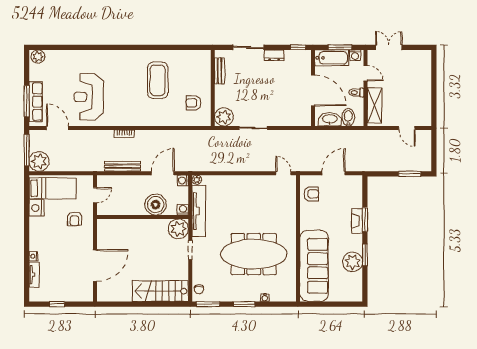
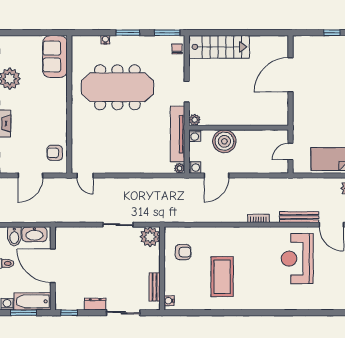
water cooler: (206, 58) -> (169, 301), added
reception desk: (89, 97) -> (297, 259), turned 180
bench: (122, 166) -> (299, 217), moved
armchair: (75, 219) -> (313, 126), removed
plant: (178, 229) -> (195, 120), width x0.53, depth x0.53
sofa: (314, 266) -> (55, 57), width x0.54, depth x0.79

